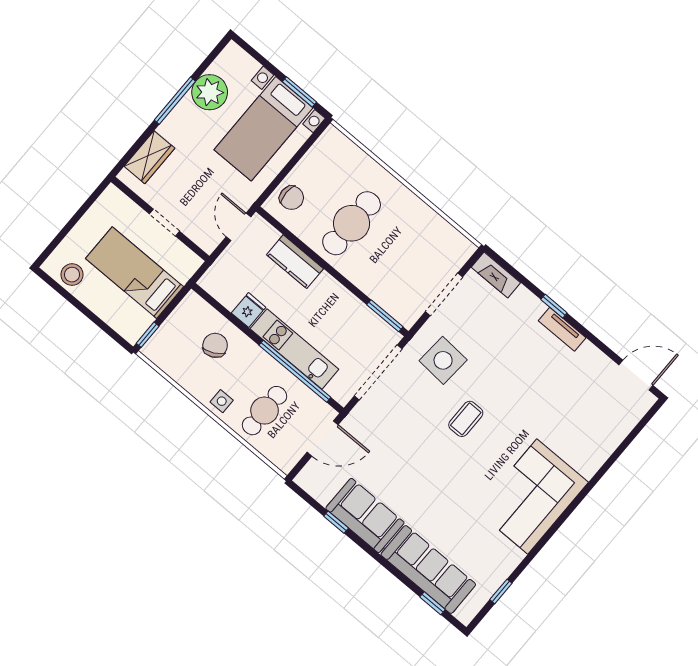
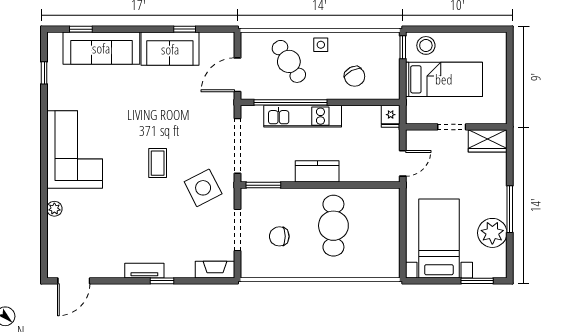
window: (299, 92) -> (477, 281), moved
wardrobe: (149, 157) -> (488, 141), moved, turned -90
chair: (292, 198) -> (279, 236), moved
door: (238, 227) -> (403, 163), hinge flipped
kitchen counter: (295, 262) -> (317, 171), moved
stool: (72, 275) -> (426, 45), moved
fridge: (249, 310) -> (391, 116), moved
side table: (443, 360) -> (203, 188), turned -31
cafe table: (265, 411) -> (289, 61), turned -33
plant: (597, 457) -> (54, 209), added

